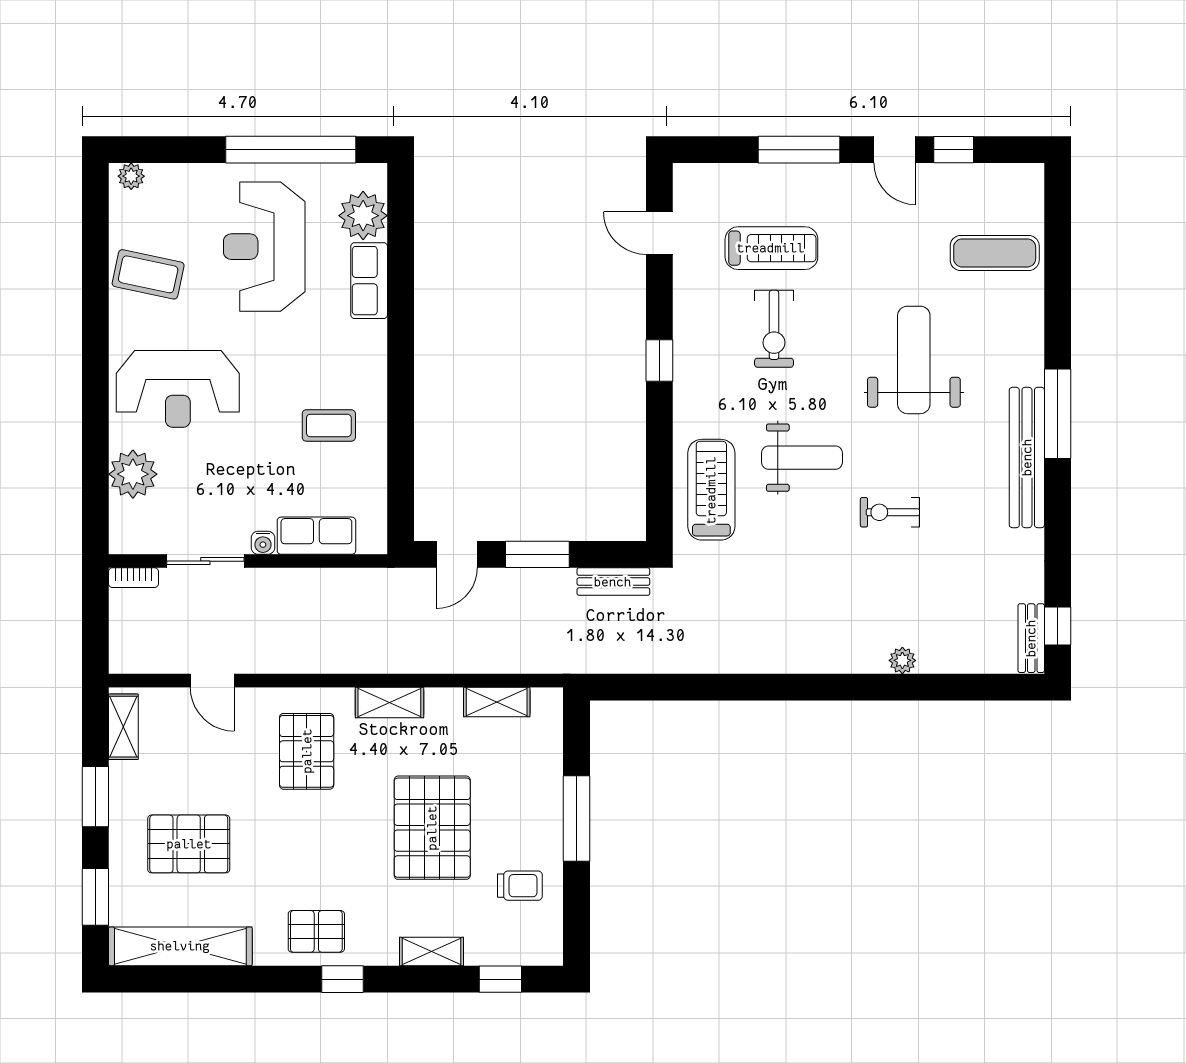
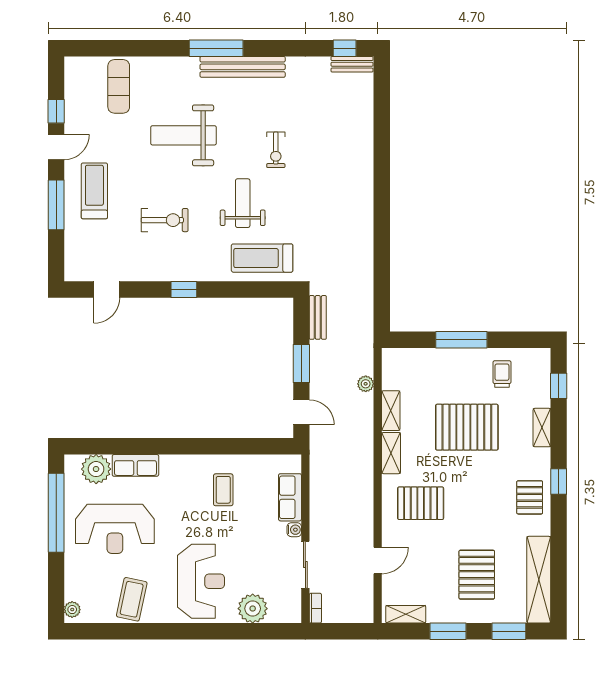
treadmill: (771, 248) -> (94, 191), moved
plant: (902, 660) -> (366, 384), moved
shelving: (497, 702) -> (391, 411), moved

